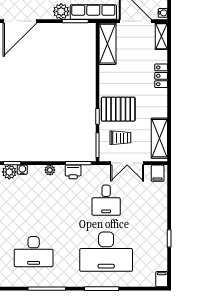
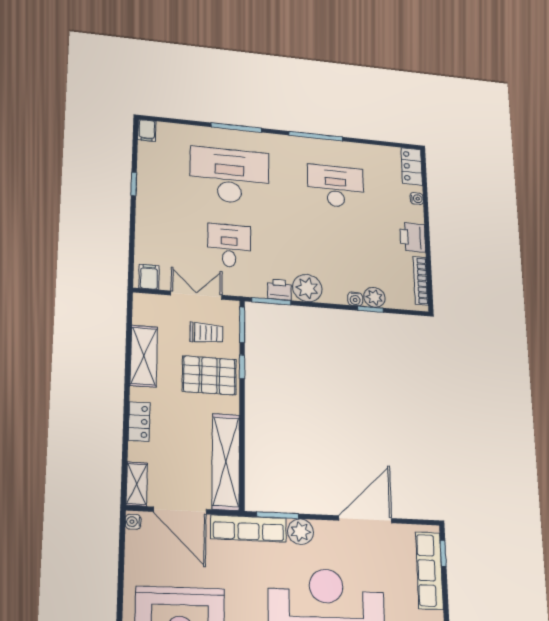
shelving: (107, 44) -> (226, 462), width x1.47
trolley: (120, 138) -> (206, 333), turned 180
shelving: (159, 138) -> (144, 356), moved
plant: (50, 170) -> (307, 288), width x1.87, depth x1.87

